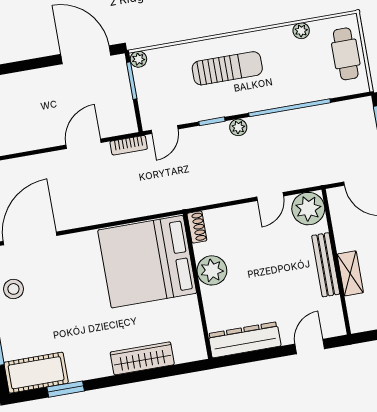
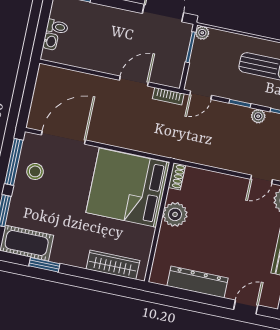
shoe rack: (197, 227) -> (177, 176), moved
bed: (147, 262) -> (128, 188), moved
plant: (212, 270) -> (175, 214), moved
wall: (197, 286) -> (159, 222), moved

